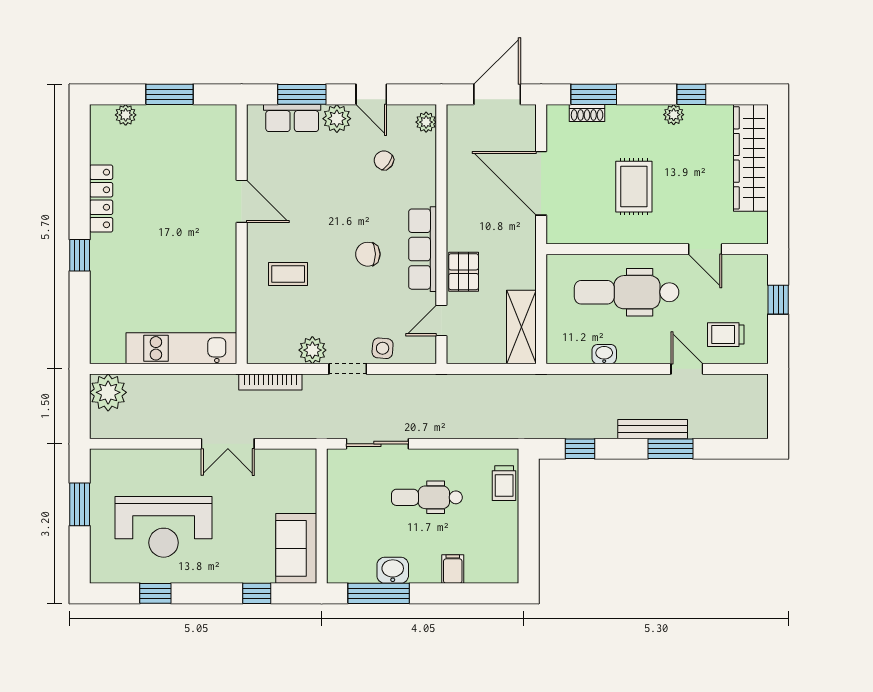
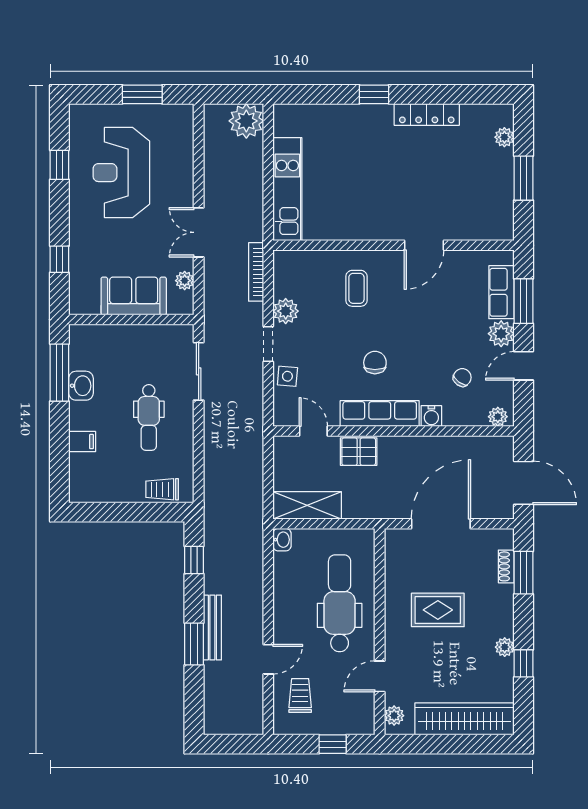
water cooler: (425, 193) -> (431, 416), added
plant: (747, 234) -> (394, 716), added
washbasin: (604, 354) -> (282, 540), moved
plant: (280, 459) -> (185, 281), added
dental chair: (427, 497) -> (149, 417), turned 180
sofa: (296, 548) -> (134, 296), moved

